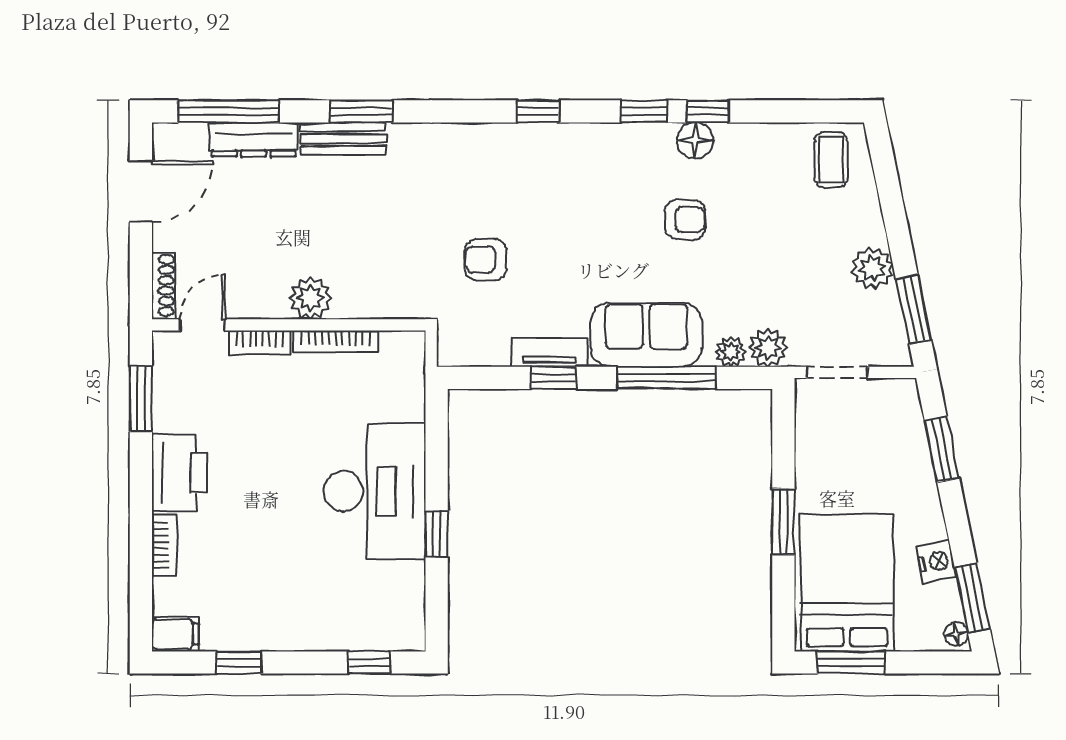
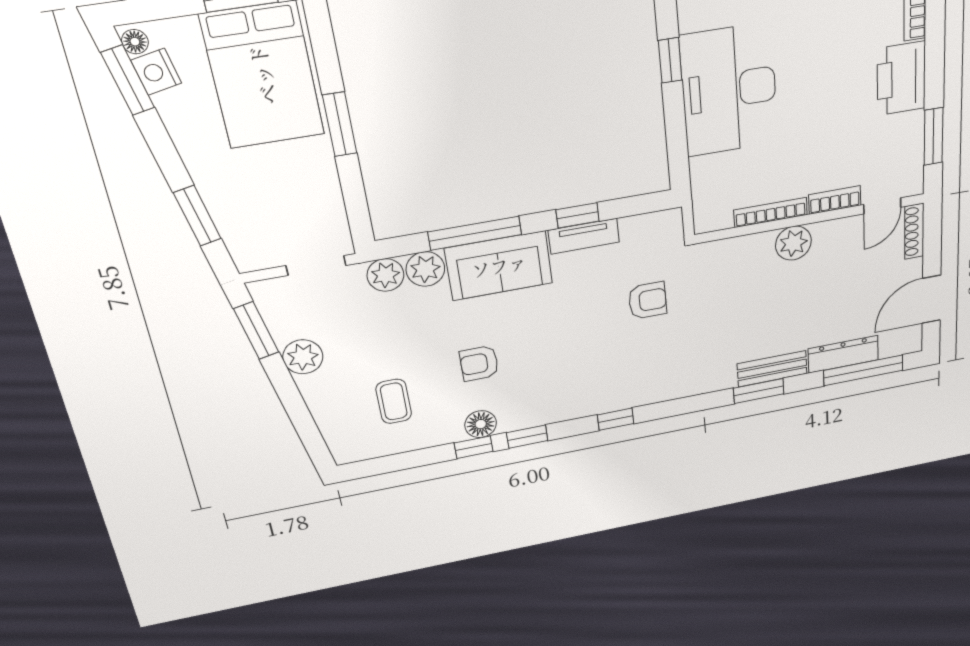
coffee table: (831, 160) -> (394, 401), moved
plant: (731, 352) -> (425, 269), width x1.38, depth x1.38
nightstand: (936, 561) -> (156, 72), moved

